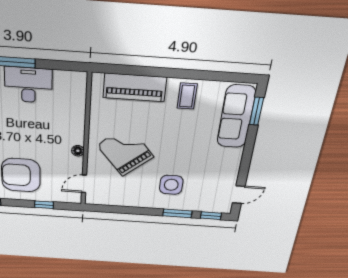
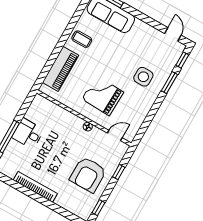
desk: (28, 85) -> (28, 134), width x0.73
grand piano: (125, 151) -> (103, 96), turned 42
door: (84, 184) -> (115, 135), swing flipped

